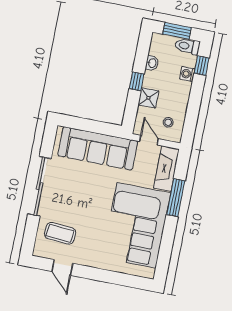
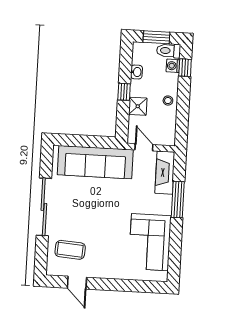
washing machine: (187, 74) -> (173, 66), moved
stool: (168, 122) -> (168, 101), moved
corner sofa: (136, 225) -> (150, 242), width x0.73, depth x0.74

